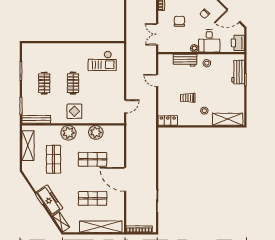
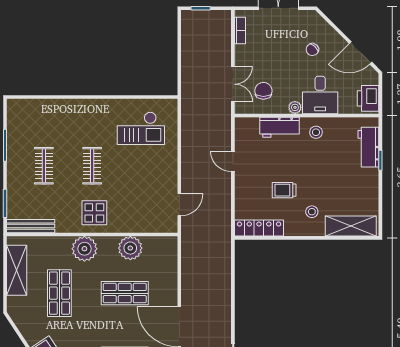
chair: (179, 21) -> (263, 91), moved
double door: (157, 34) -> (233, 84), swing flipped
locker: (168, 120) -> (259, 228), width x1.53

